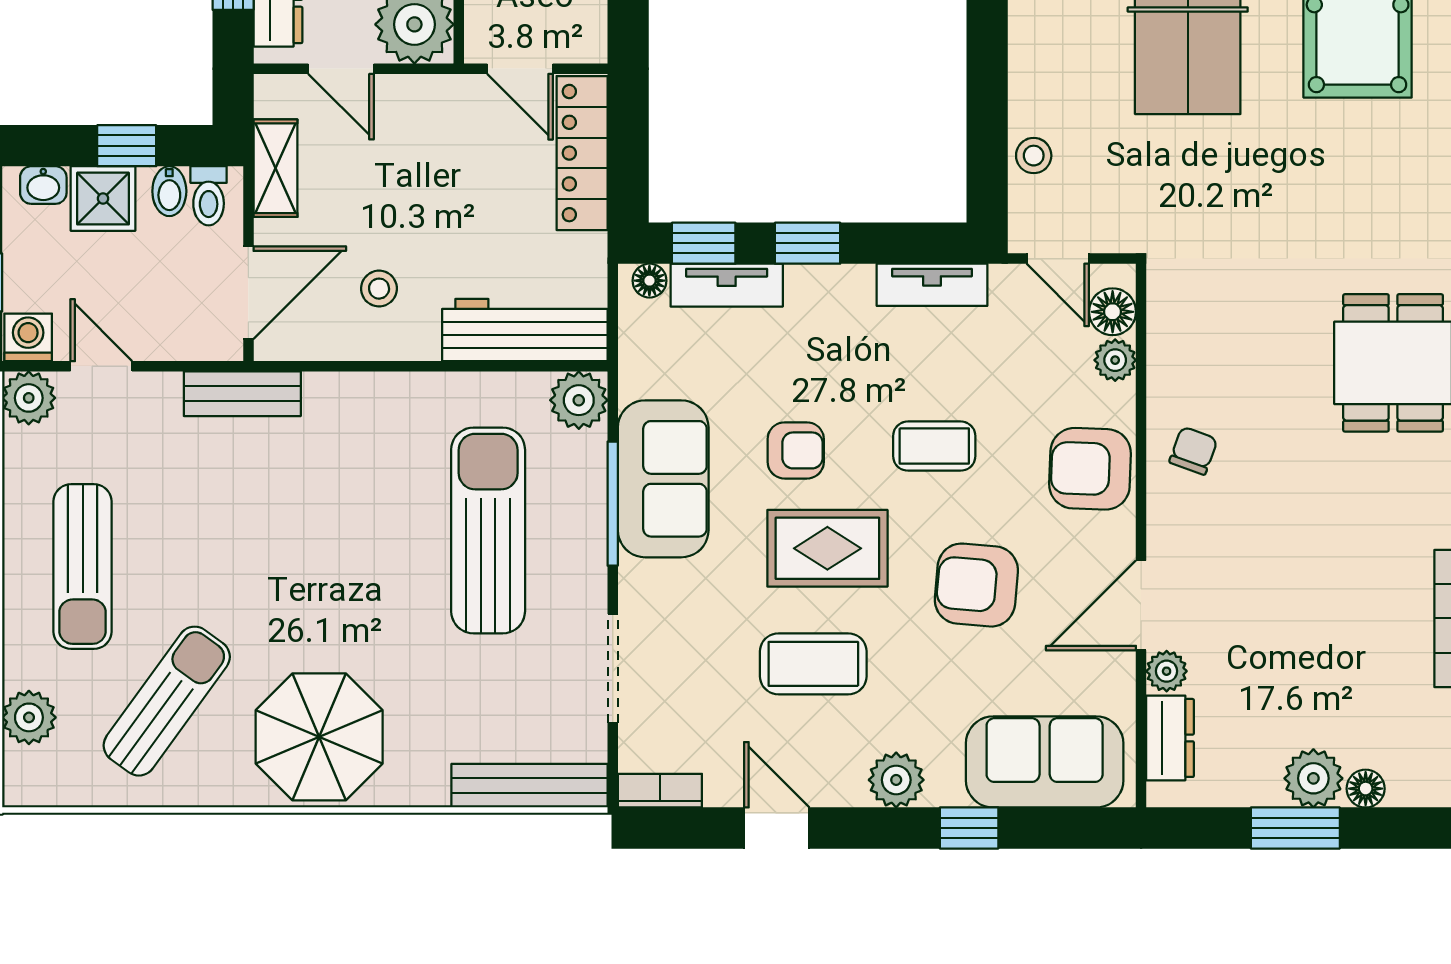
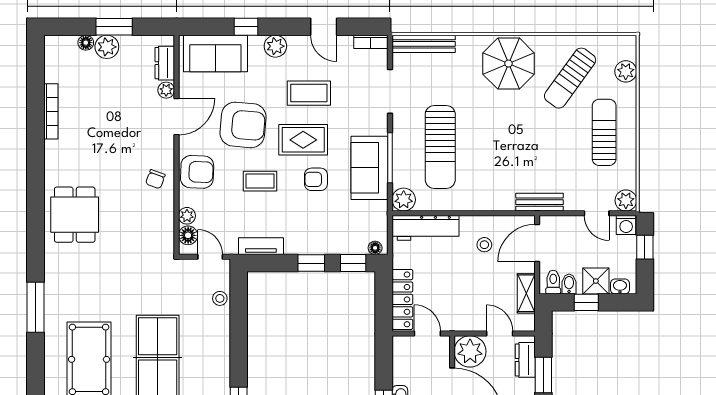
tv unit: (727, 285) -> (344, 246), removed
armchair: (976, 585) -> (243, 125), width x1.36, depth x1.36

